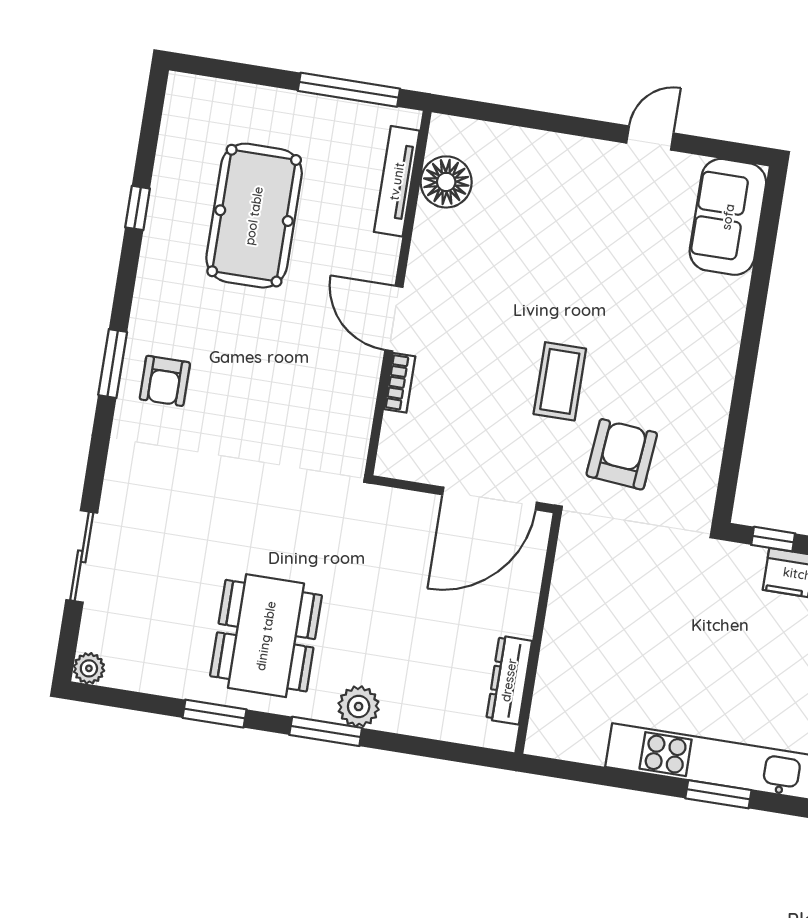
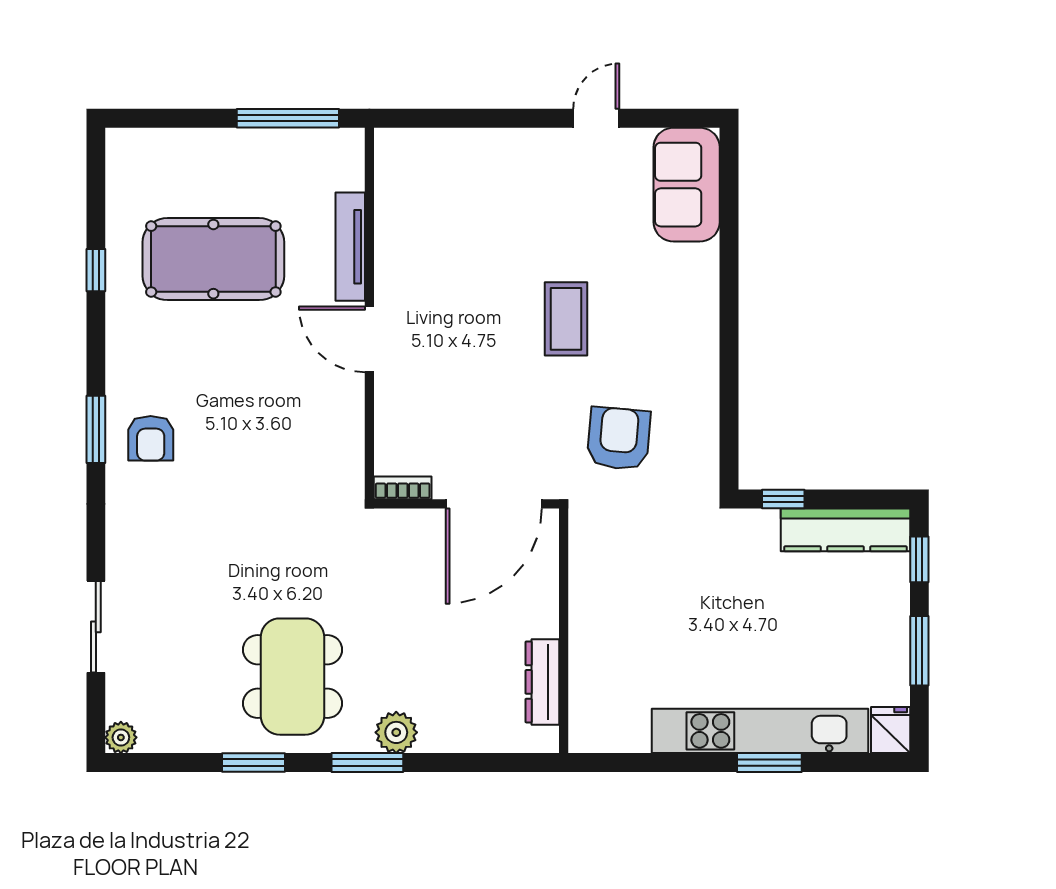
tv unit: (397, 181) -> (350, 247), moved
floor lamp: (446, 182) -> (400, 195), removed
pool table: (254, 216) -> (213, 259), turned 90
coffee table: (560, 381) -> (566, 319), moved
bookcase: (400, 383) -> (403, 488), moved, turned -90

